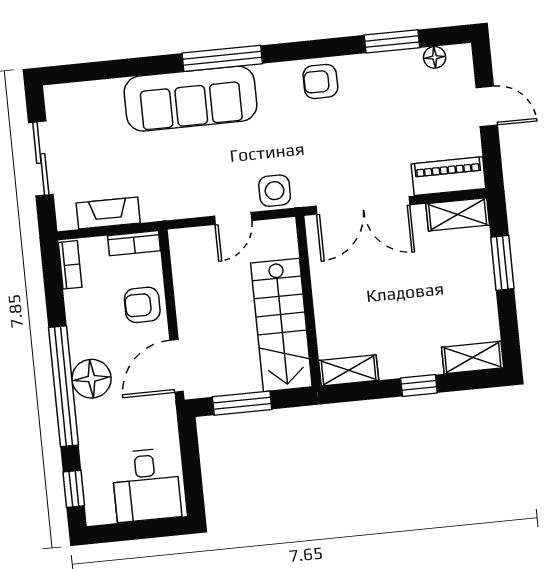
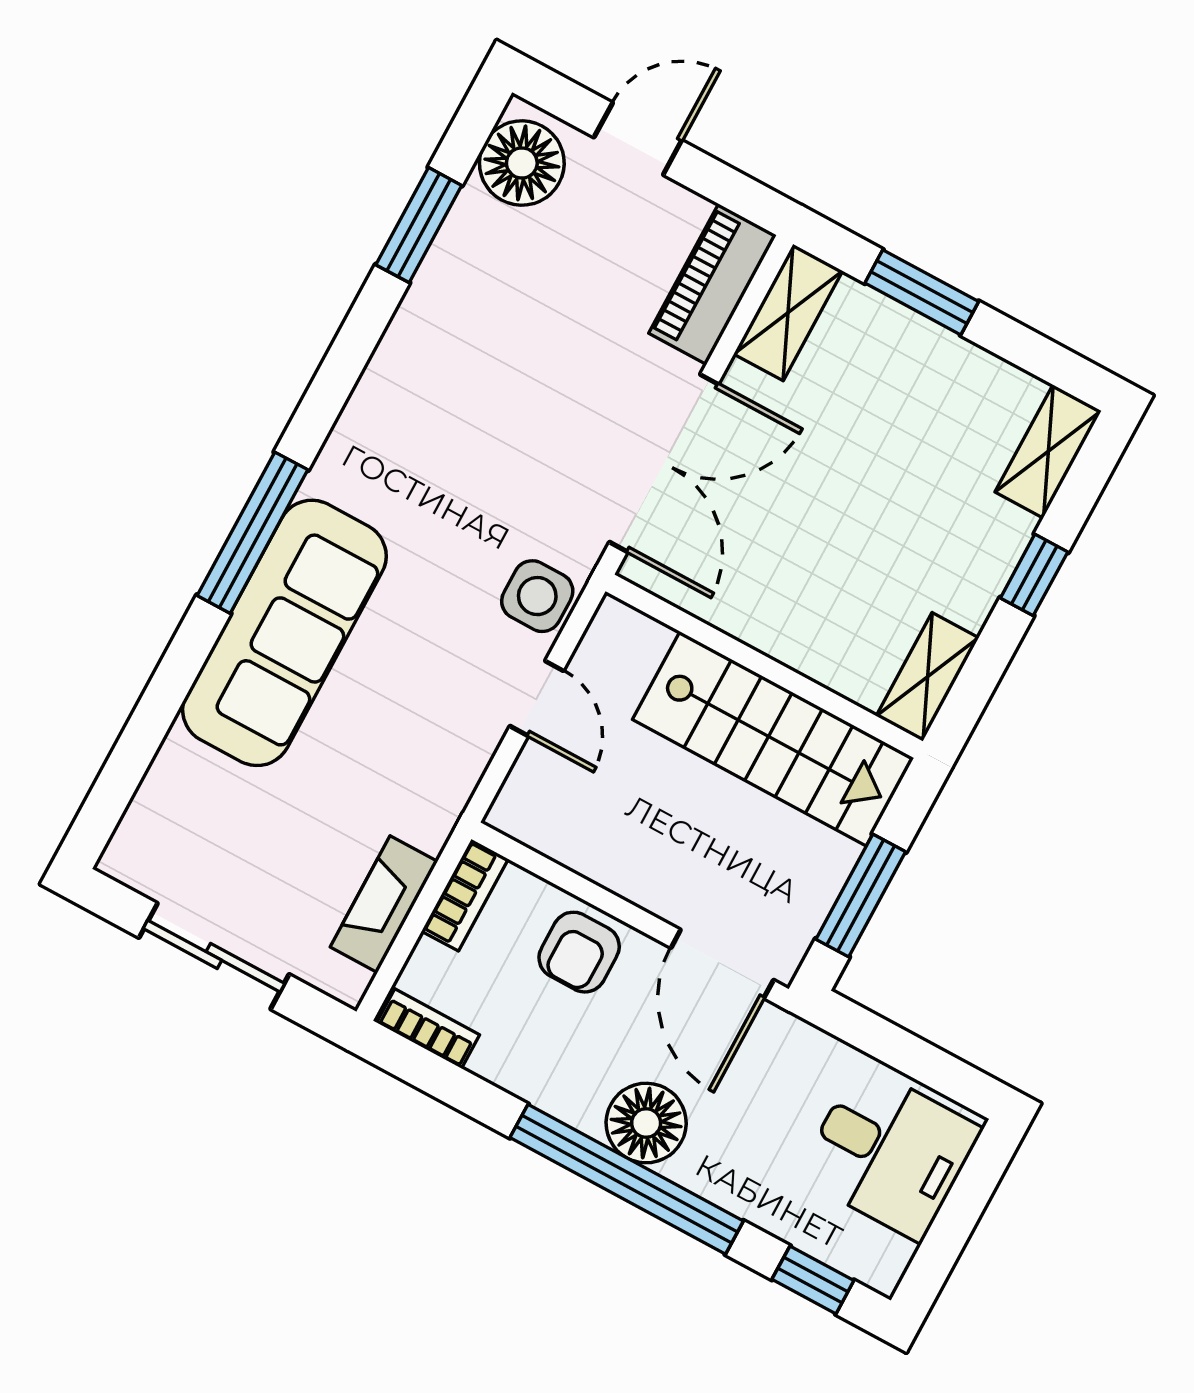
floor lamp: (435, 57) -> (522, 163), width x1.89, depth x1.89
armchair: (320, 81) -> (405, 393), removed

